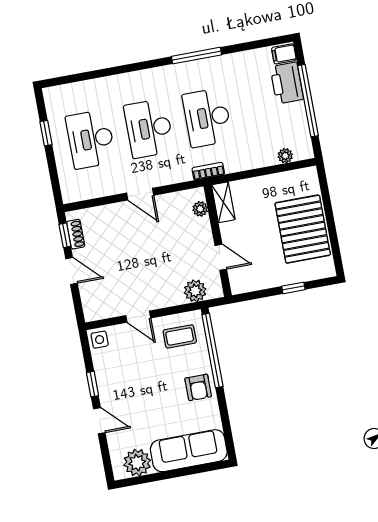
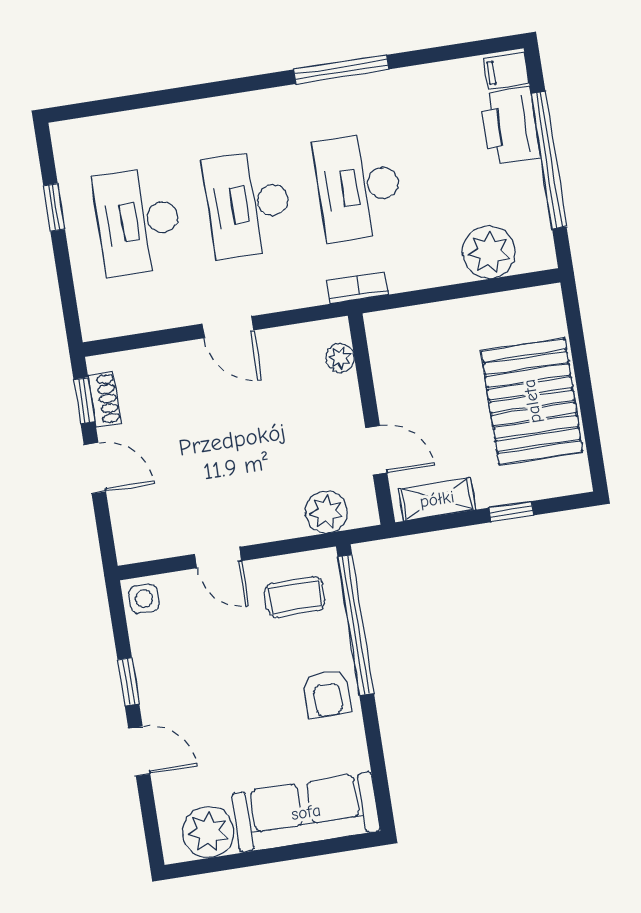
plant: (285, 156) -> (489, 252), width x1.88, depth x1.88
shelving: (223, 202) -> (437, 499), moved, turned 90

